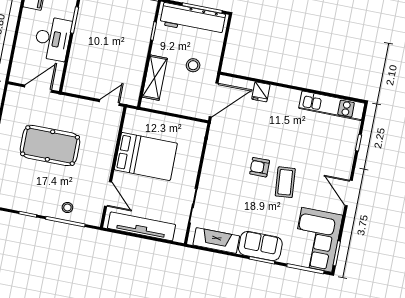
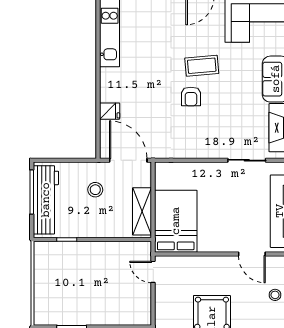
shelving: (155, 78) -> (142, 211), moved, turned 90
bed: (146, 156) -> (176, 221), moved
door: (108, 194) -> (252, 254), swing flipped

